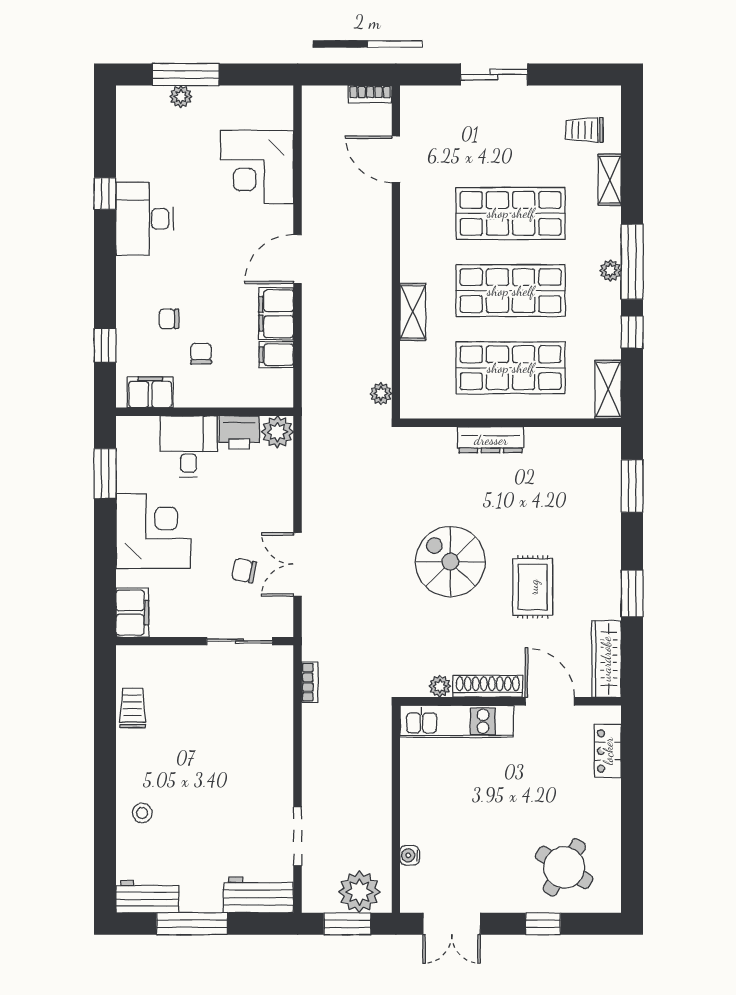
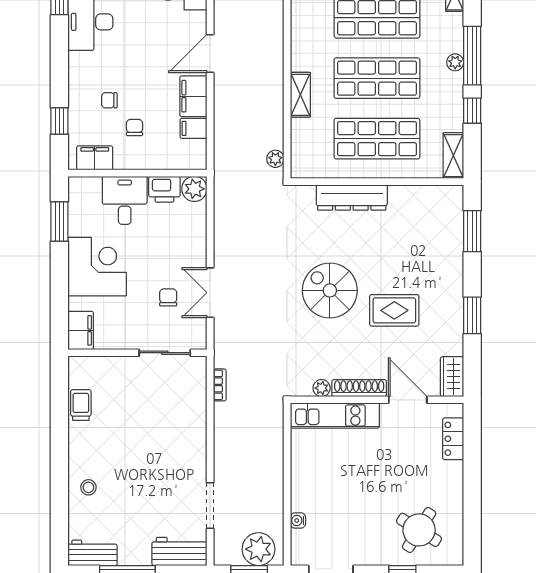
dresser: (491, 440) -> (352, 197), width x1.37, depth x1.24
chair: (244, 571) -> (168, 297), turned 79
rug: (533, 587) -> (394, 310), turned 90
wardrobe: (606, 659) -> (452, 377), width x0.67

